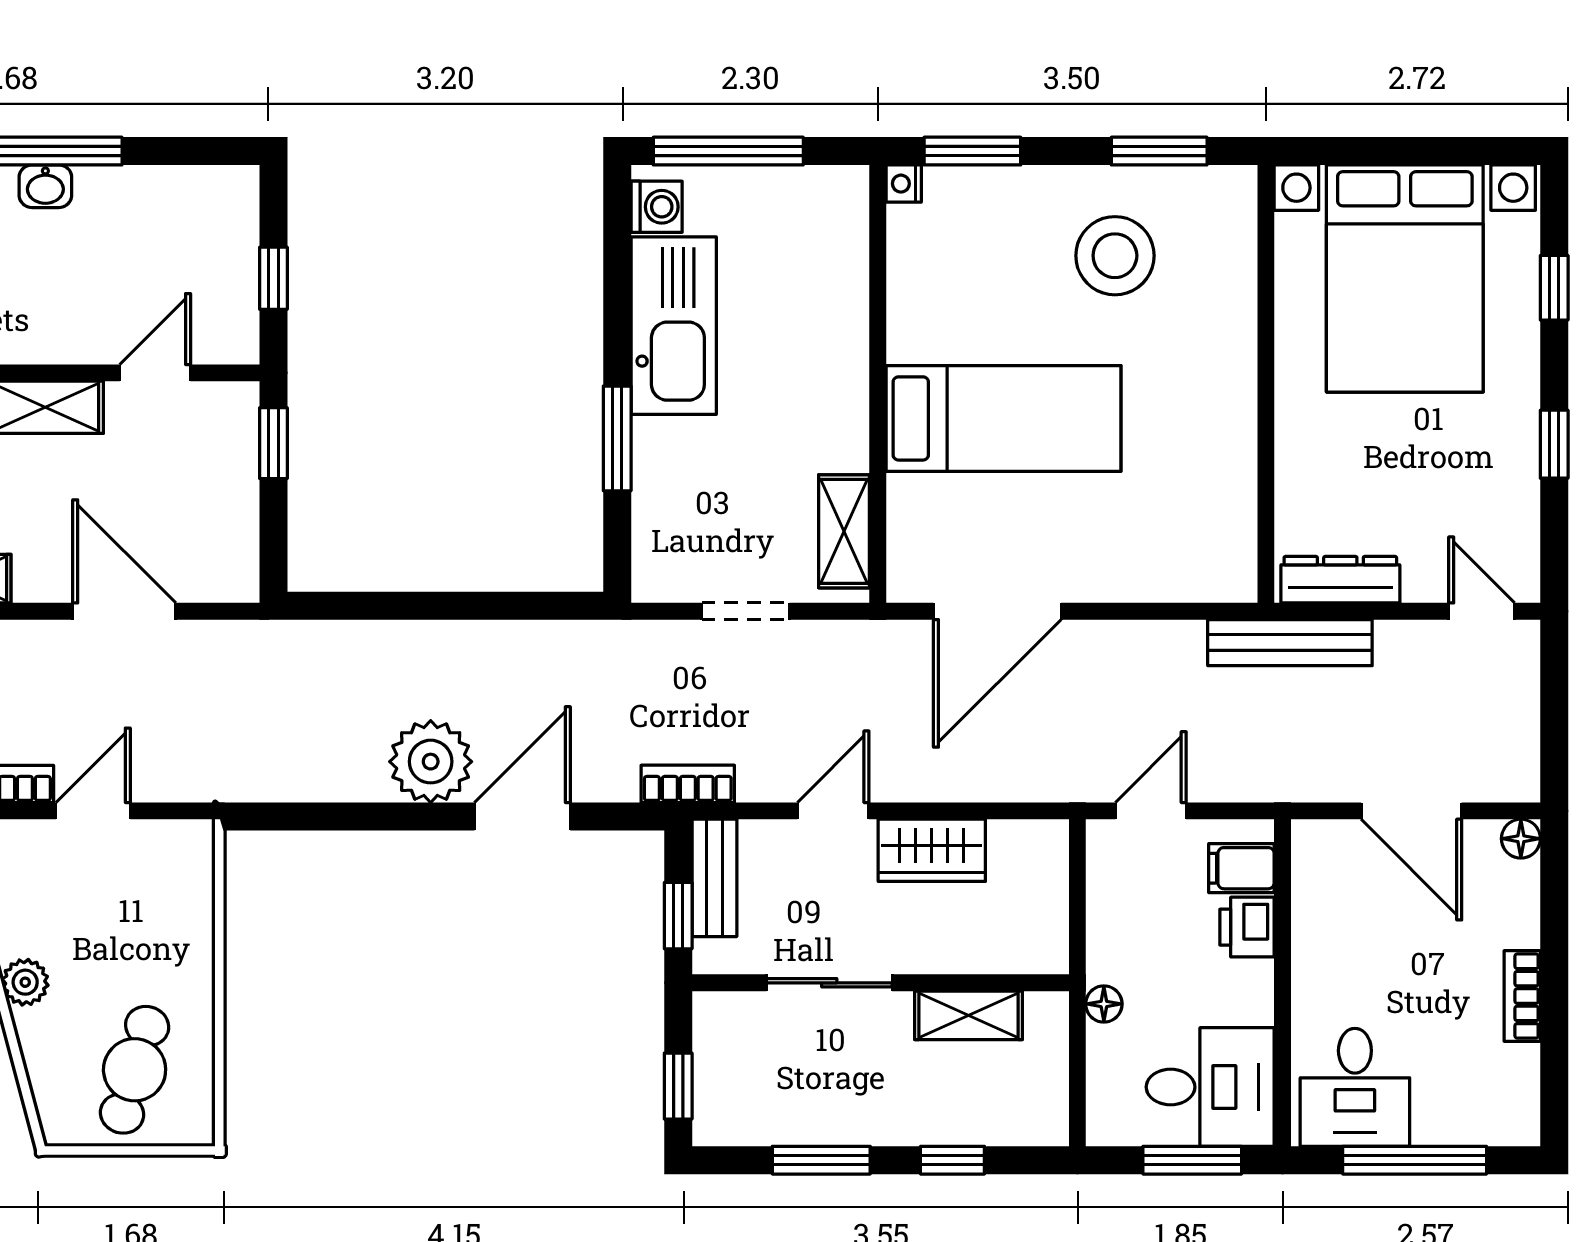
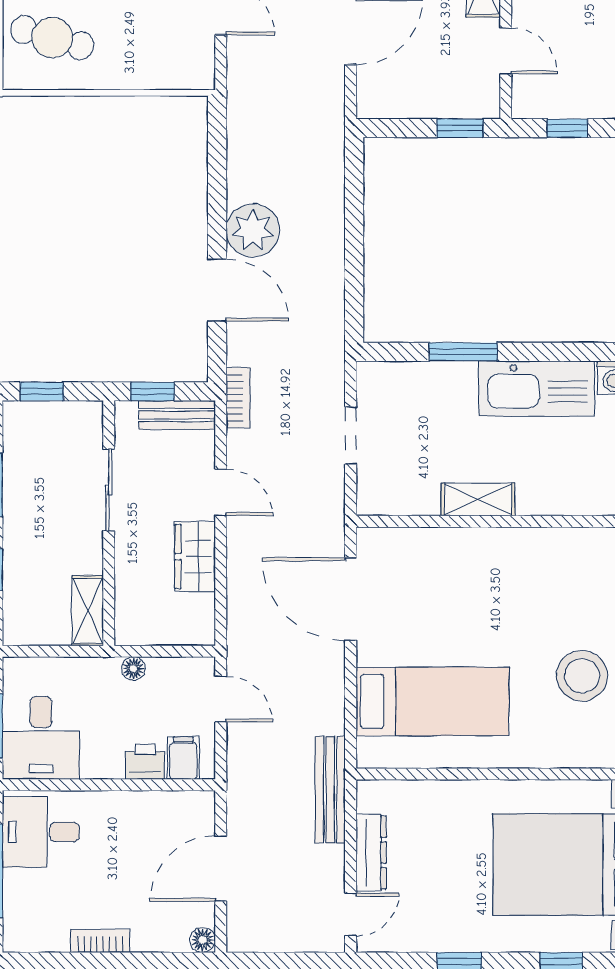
bed: (1004, 418) -> (432, 701), moved, turned -90
shelving: (844, 531) -> (478, 499), moved
dresser: (1340, 580) -> (371, 852), moved
floor lamp: (1104, 1004) -> (133, 669), moved
shelving: (969, 1015) -> (88, 611), moved

